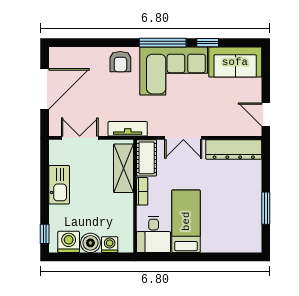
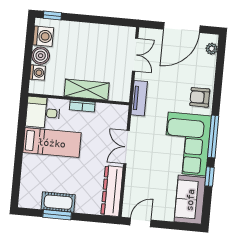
plant: (65, 53) -> (212, 49), added
door: (45, 89) -> (182, 28), hinge flipped
cot: (147, 158) -> (58, 202), moved
shelving: (123, 168) -> (87, 90), moved
kitchen sink: (59, 185) -> (95, 32), removed

